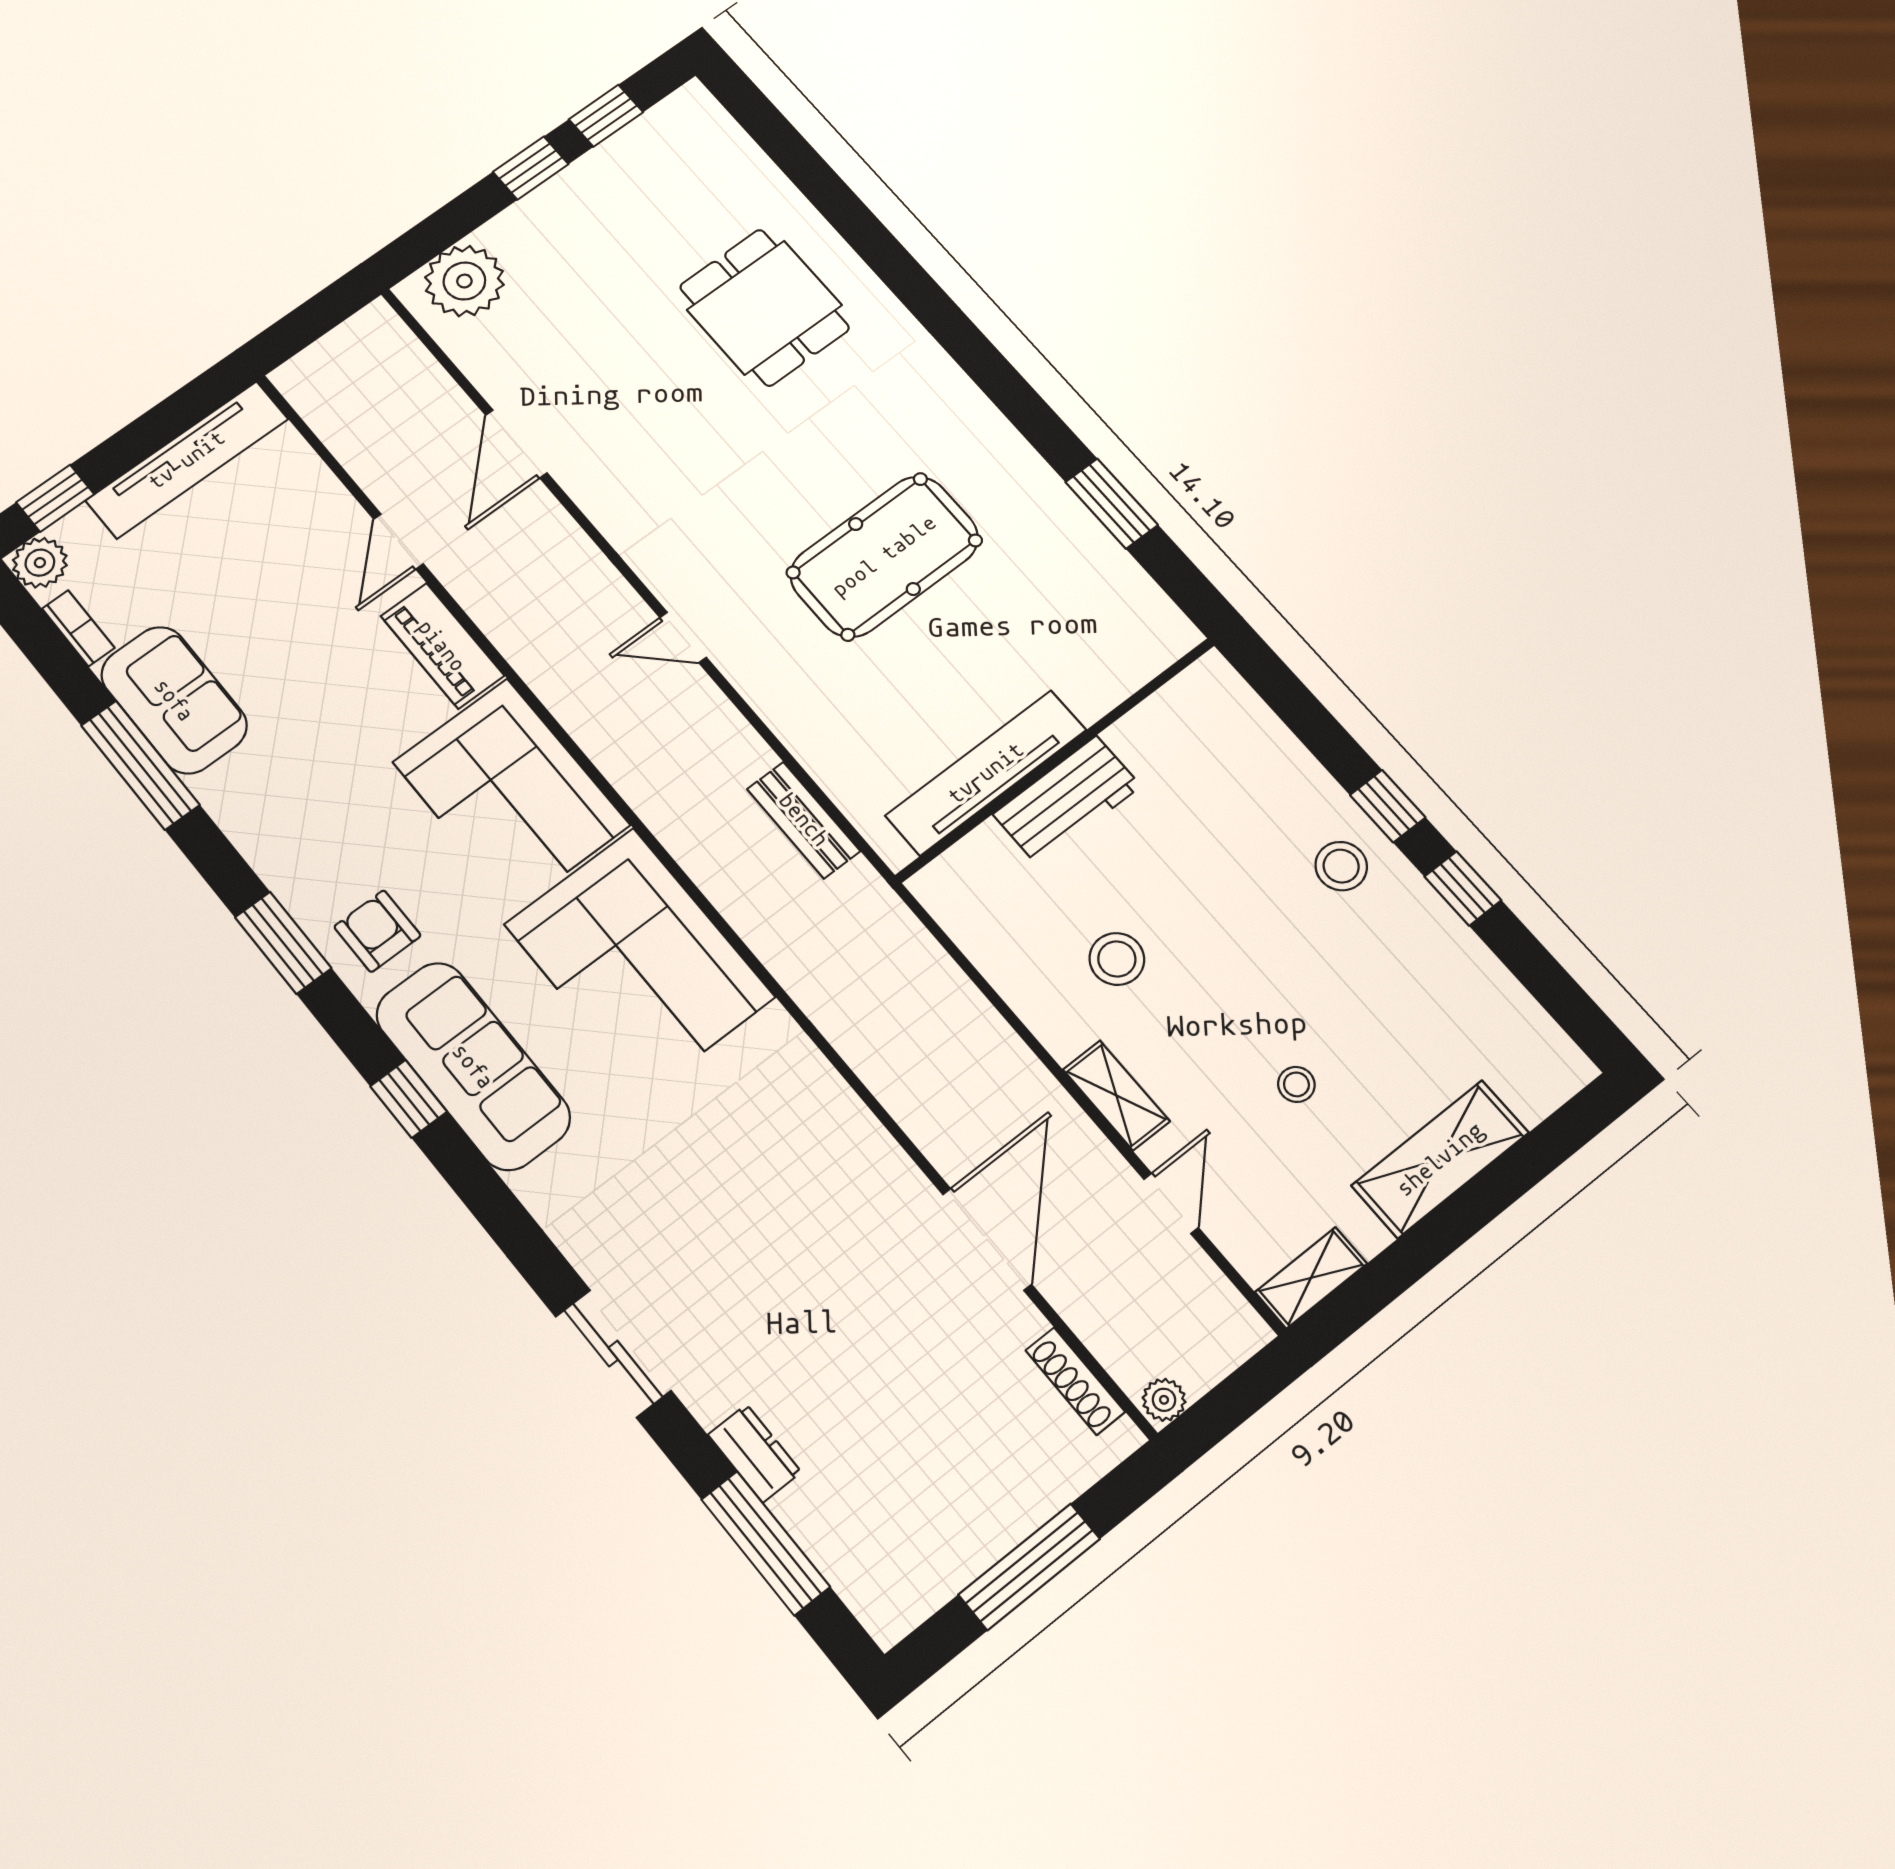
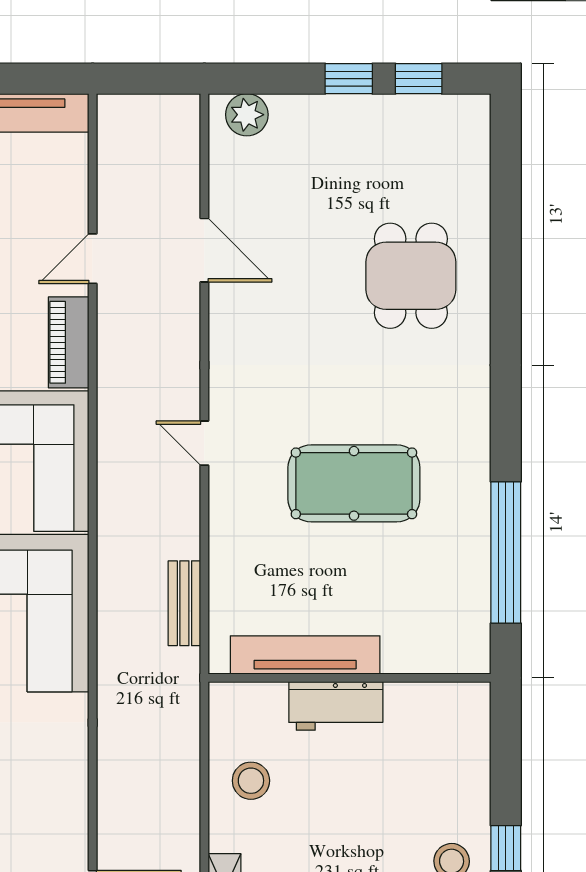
plant: (464, 281) -> (247, 115), width x0.73, depth x0.73
door: (516, 444) -> (204, 250), swing flipped
window: (1112, 504) -> (506, 553), width x2.11
stool: (1117, 959) -> (251, 781), moved

